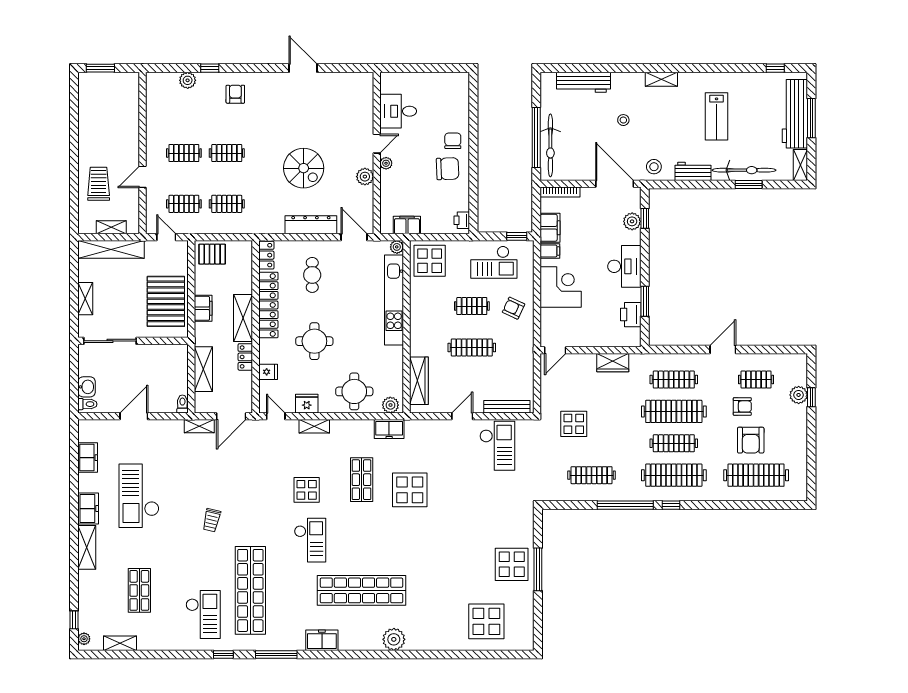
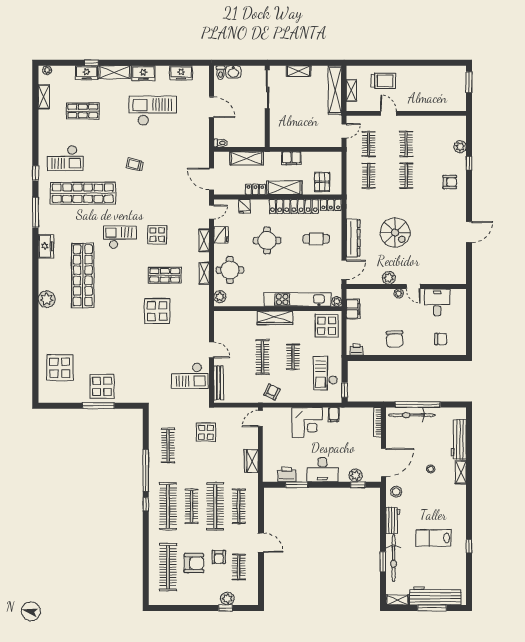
window: (775, 68) -> (469, 546), moved
shelving: (661, 79) -> (461, 472), moved
chair: (453, 141) -> (441, 339), moved
spiral stairs: (304, 168) -> (395, 232), turned -90
filing cabinet: (550, 228) -> (351, 415), removed
pallet: (212, 254) -> (322, 182), moved
pallet: (166, 301) -> (297, 131), removed
armchair: (514, 308) -> (272, 392), moved
door: (555, 350) -> (260, 419), hinge flipped
wardrobe: (419, 381) -> (275, 318), moved
shelving: (199, 426) -> (204, 273), moved
freezer: (389, 429) -> (86, 73), moved, turned -90
armchair: (751, 440) -> (194, 563), turned 180
checkout: (310, 540) -> (120, 237), turned 180
window: (74, 620) -> (91, 63), moved

